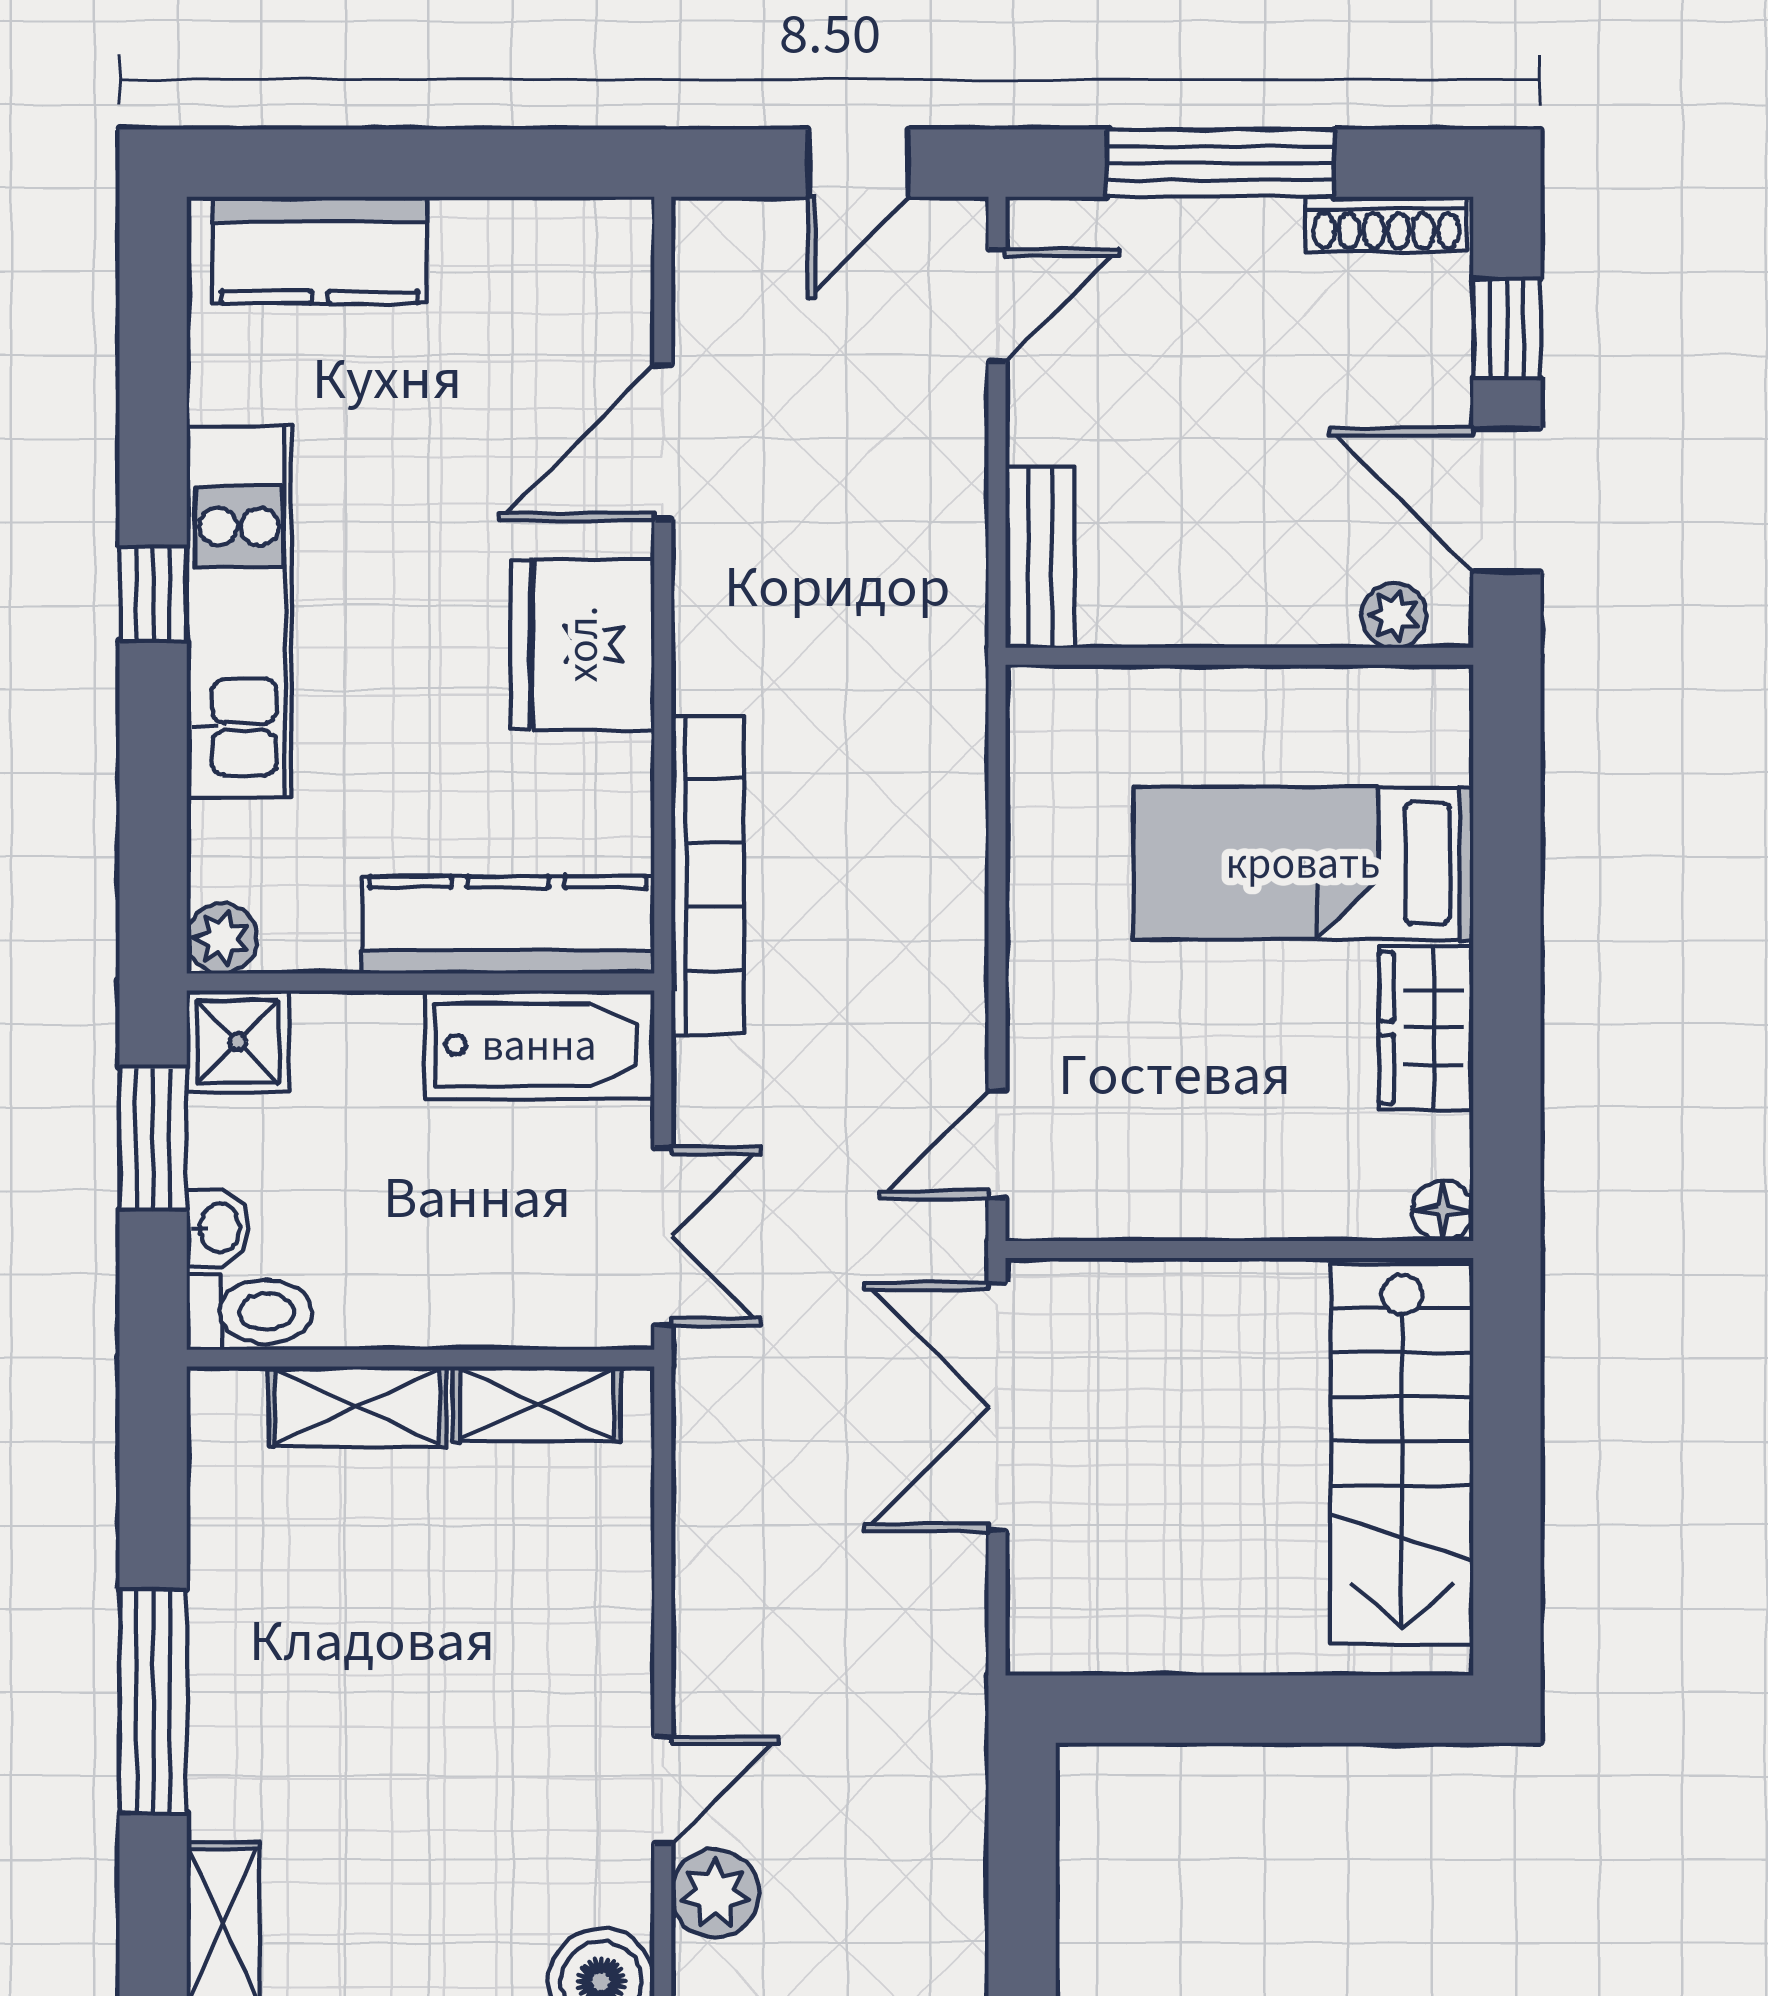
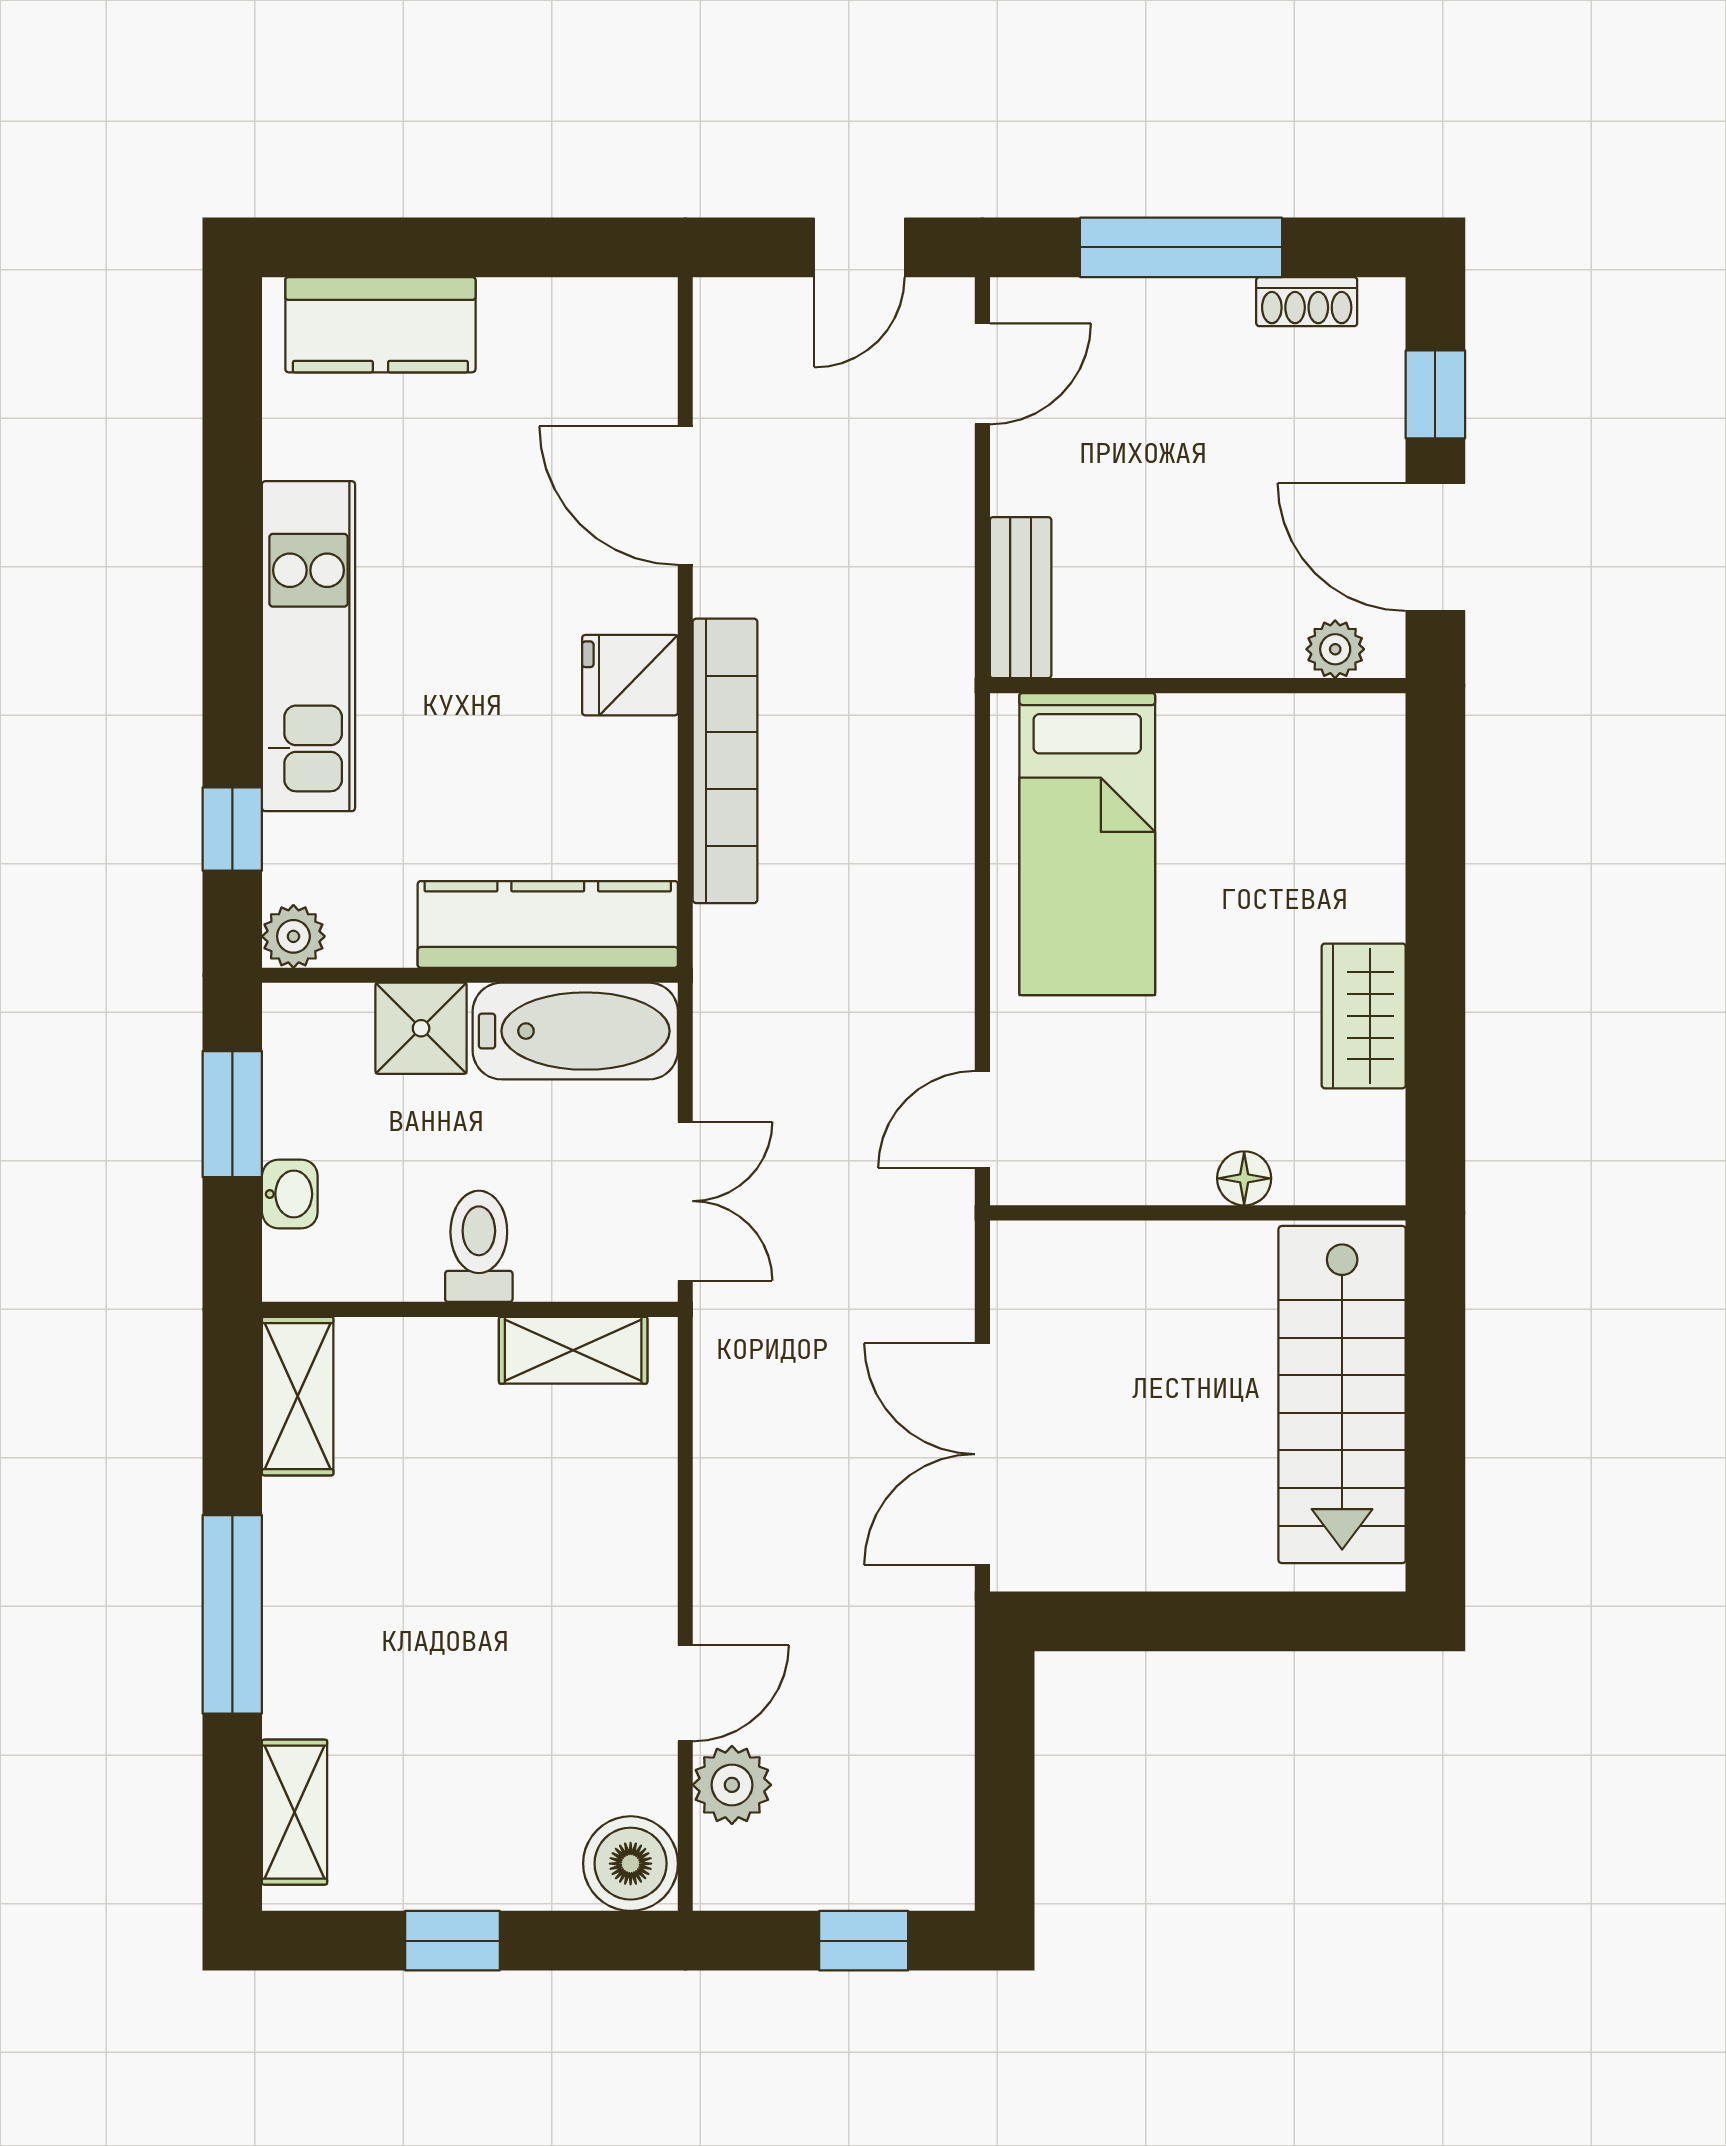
shoe rack: (1386, 224) -> (1307, 302), width x0.70
door: (663, 442) -> (685, 496), hinge flipped
window: (153, 594) -> (232, 829), moved
fridge: (582, 644) -> (630, 675), width x0.53, depth x0.75
bed: (1303, 863) -> (1087, 844), moved, turned -90
bookcase: (708, 874) -> (725, 761), moved
shower: (238, 1042) -> (421, 1028), moved
floor lamp: (1443, 1211) -> (1244, 1178), moved
toilet: (249, 1312) -> (479, 1246), moved, turned -90
shelving: (357, 1407) -> (298, 1396), moved, turned 90
double door: (997, 1407) -> (982, 1454), moved

